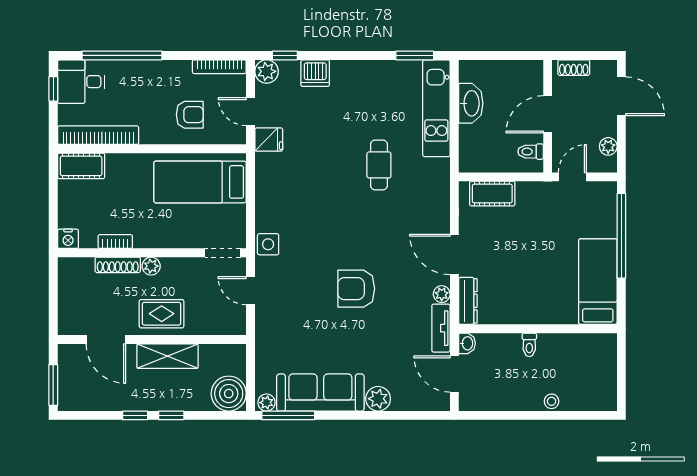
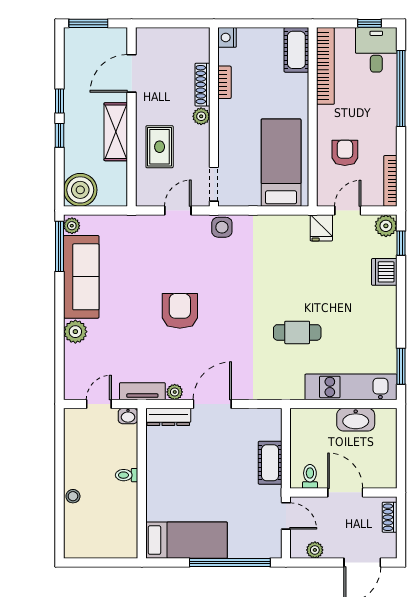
armchair: (190, 115) -> (345, 153), turned 180
cot: (492, 194) -> (270, 463), moved
rug: (162, 314) -> (160, 147), moved
door: (454, 374) -> (99, 404), width x0.73

